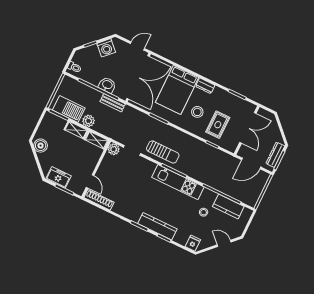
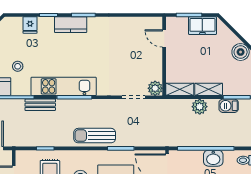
washbasin: (107, 85) -> (213, 158), moved
bench: (113, 103) -> (40, 105), moved
barbecue: (69, 109) -> (229, 106), width x0.53, depth x0.65
sun lounger: (163, 152) -> (95, 136), moved
shoe rack: (99, 200) -> (144, 22), removed
kitchen counter: (157, 226) -> (71, 25), width x0.67
fridge: (193, 243) -> (30, 25), moved

